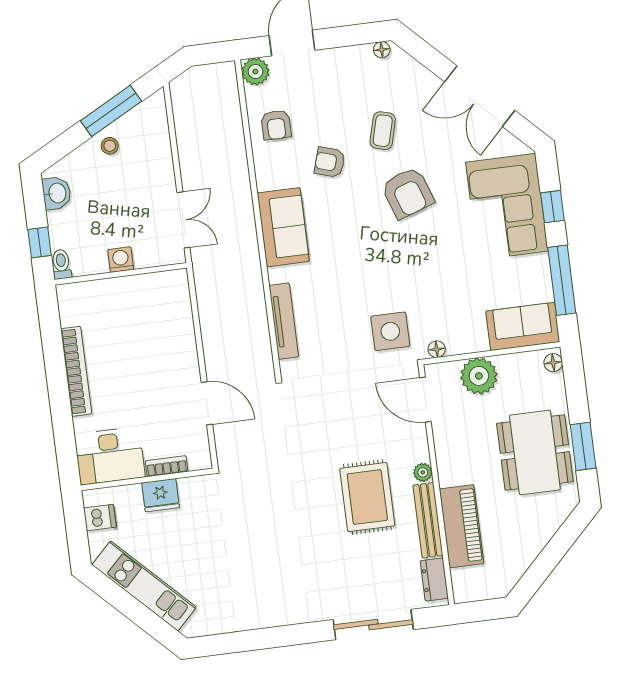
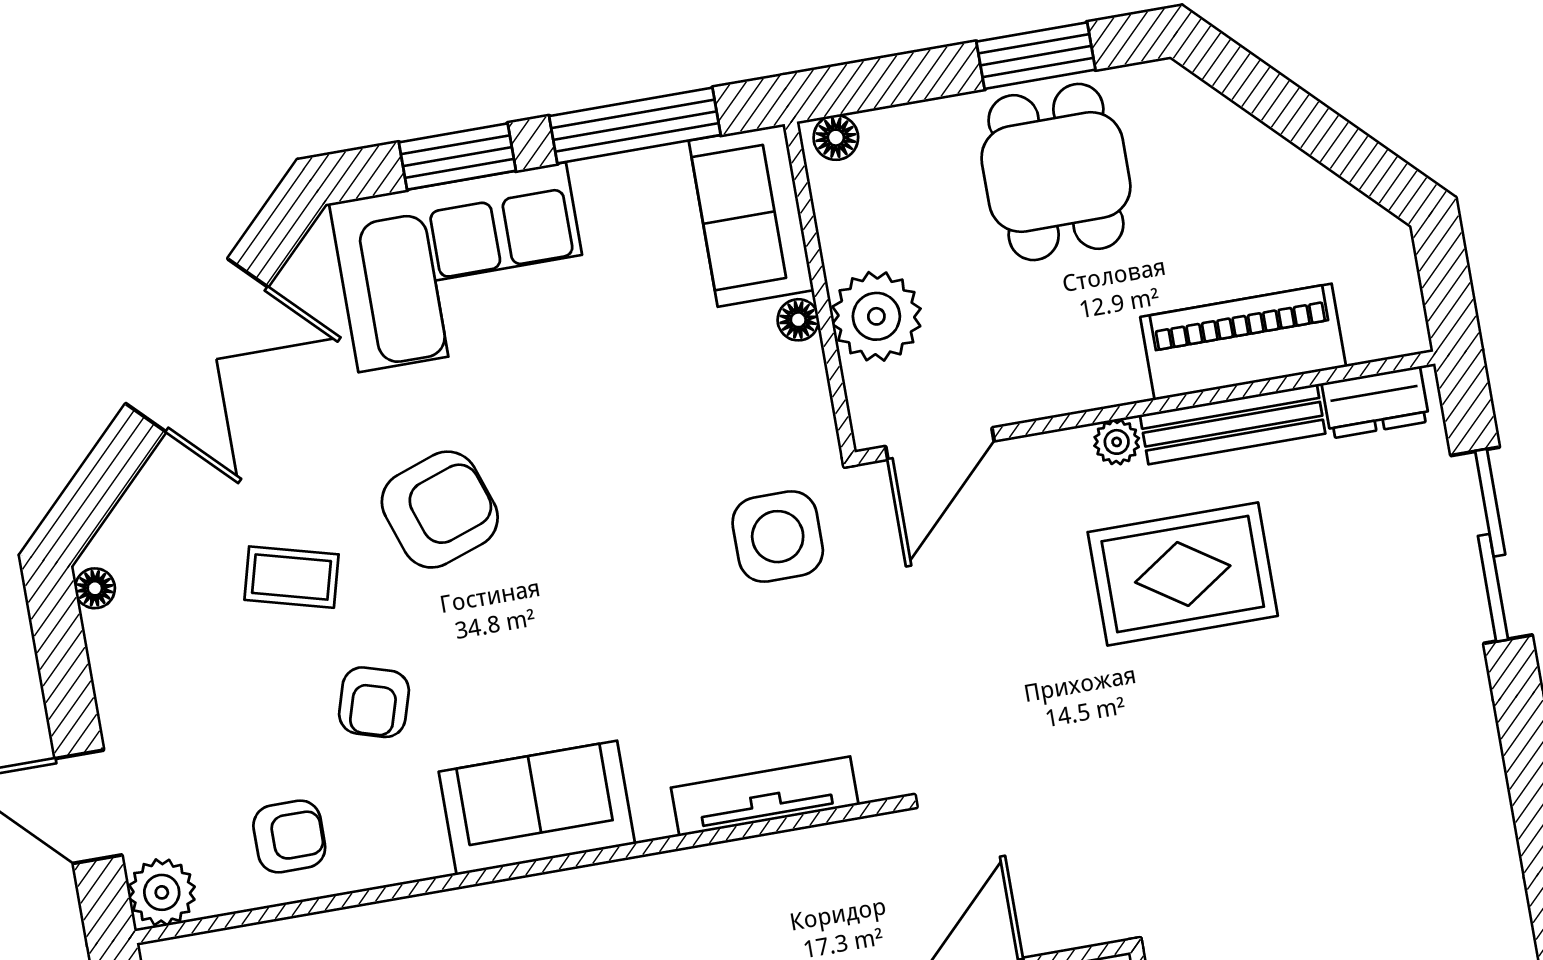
window: (552, 207) -> (457, 157), width x1.50
floor lamp: (437, 349) -> (798, 320), moved
dining table: (535, 452) -> (1056, 172), width x0.73

